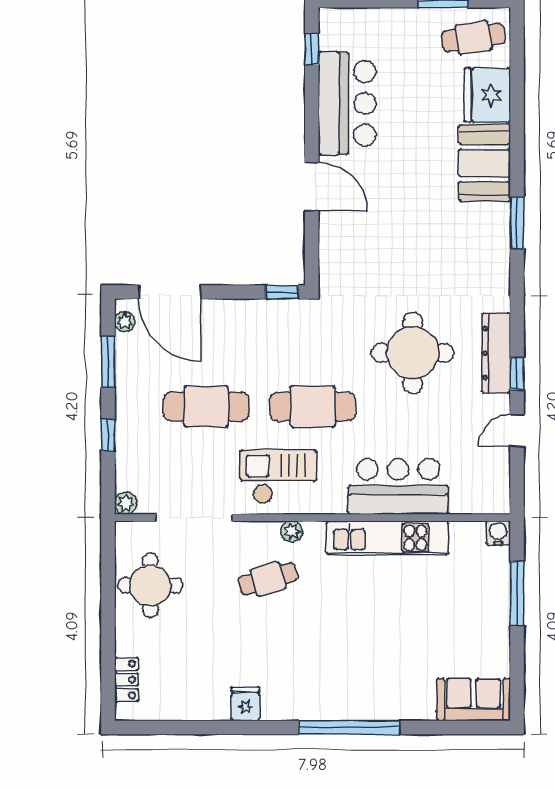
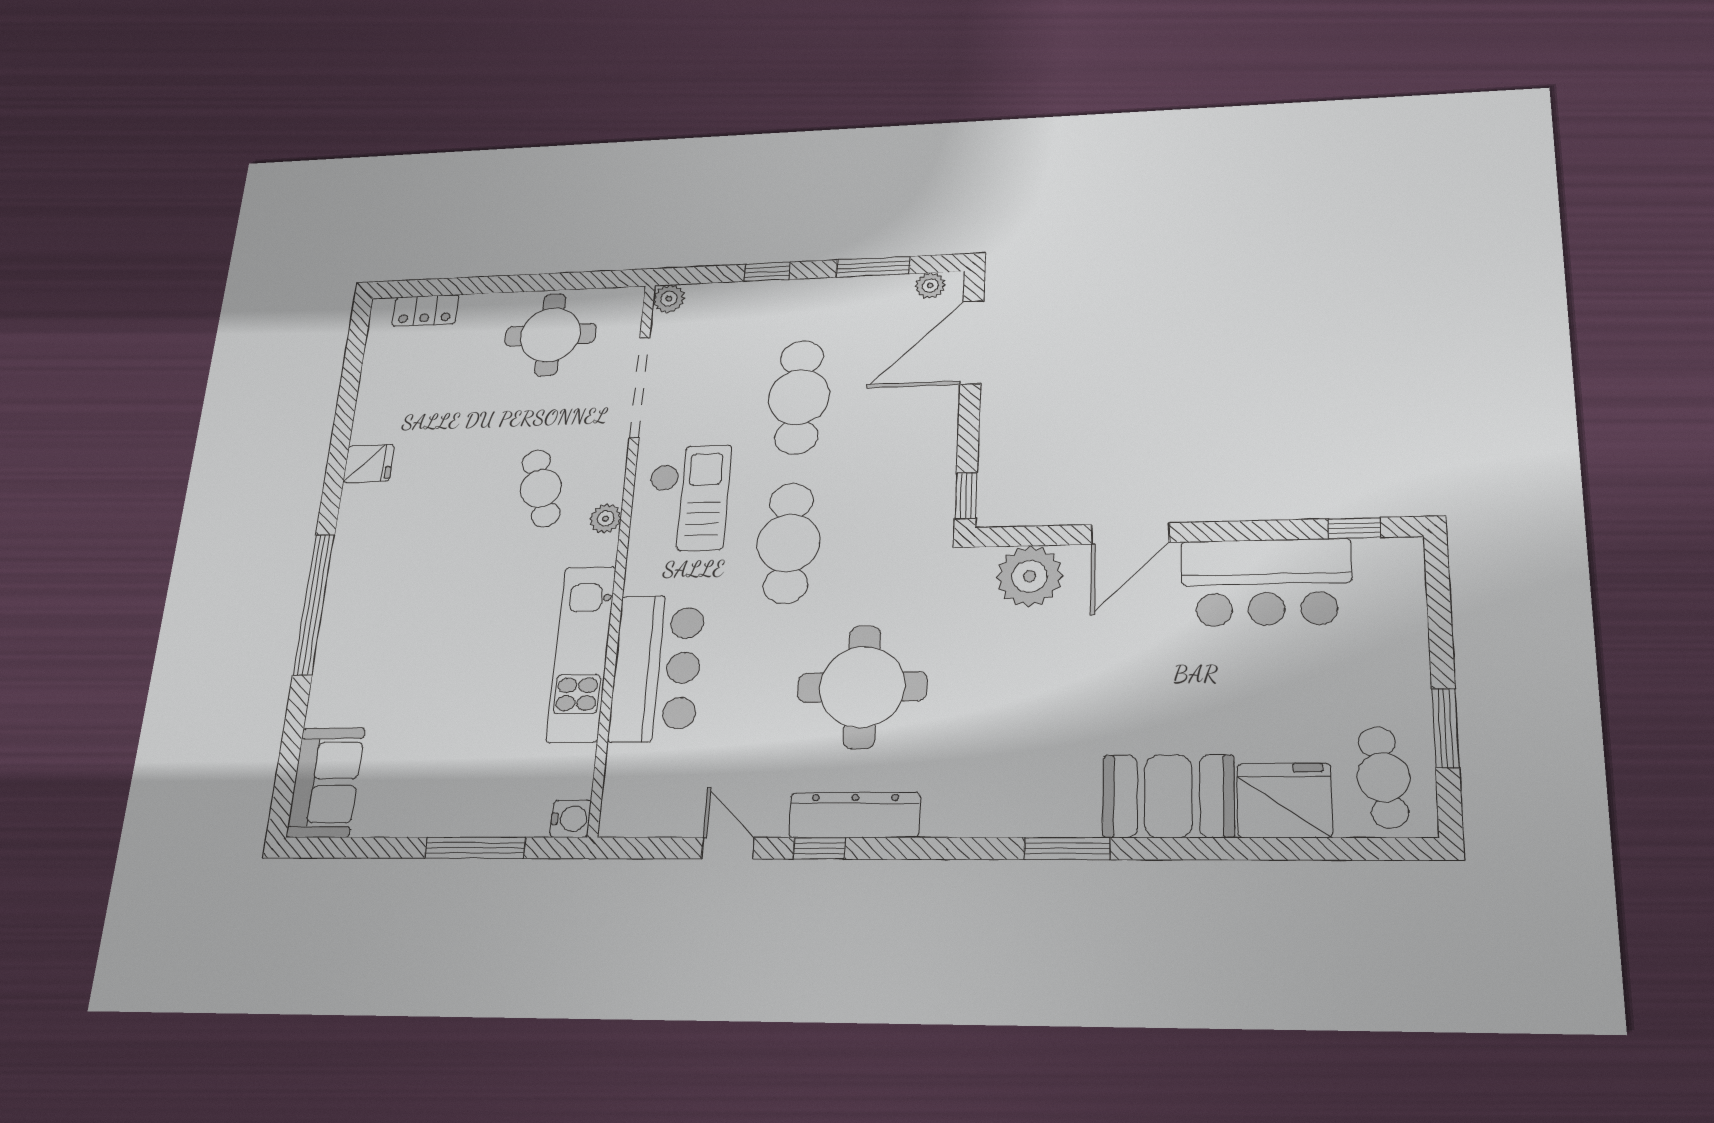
plant: (340, 250) -> (1030, 576), added

